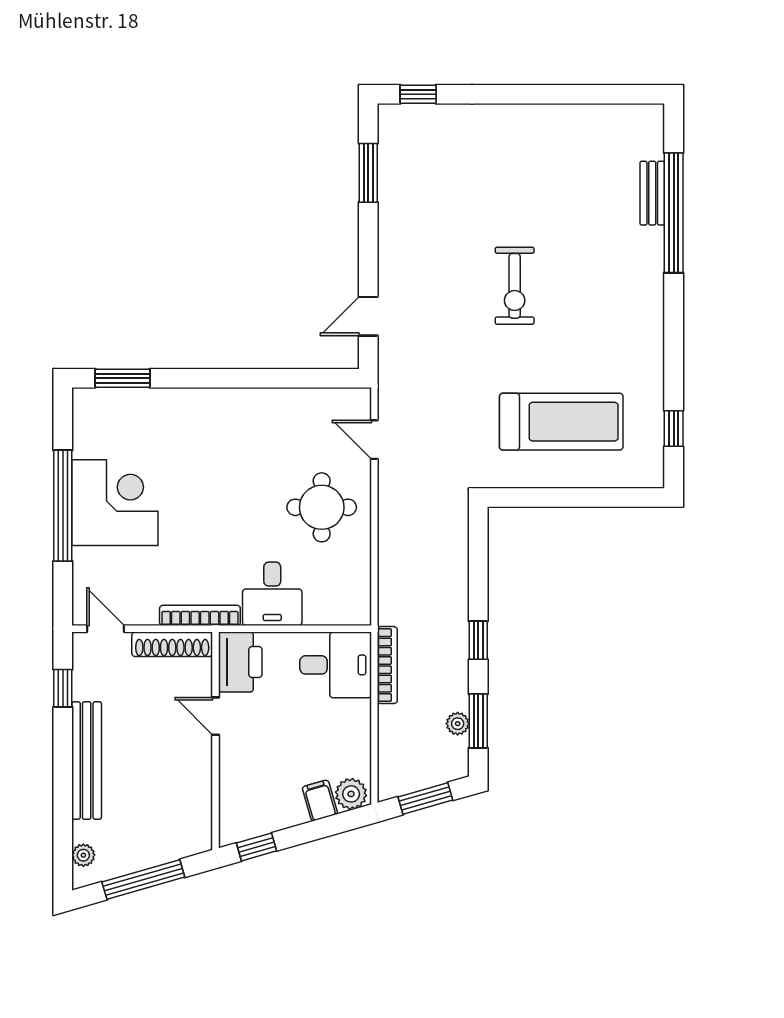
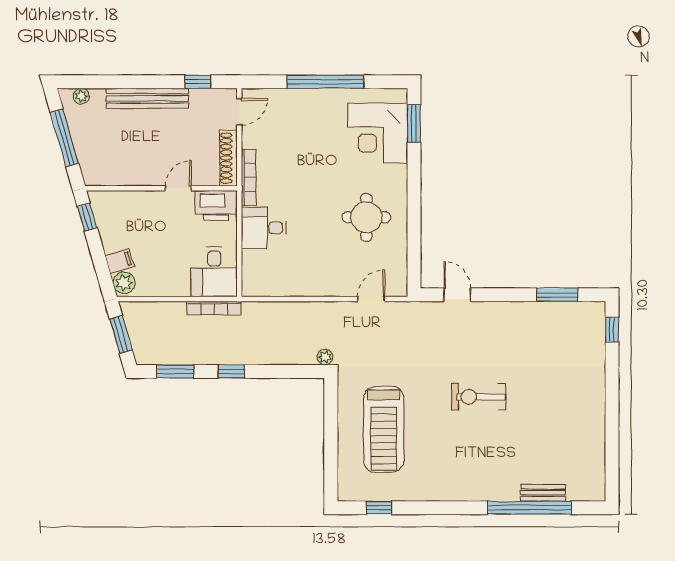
corner desk: (115, 503) -> (378, 133), moved, turned 90
round table: (322, 507) -> (366, 217), moved
plant: (458, 724) -> (325, 357), moved

